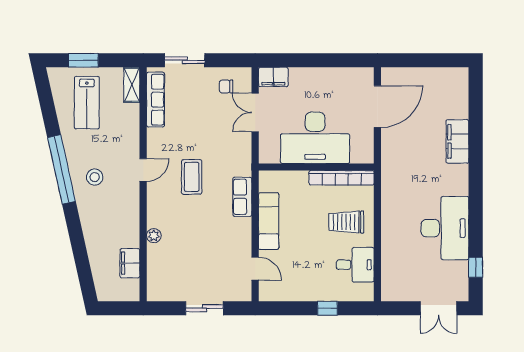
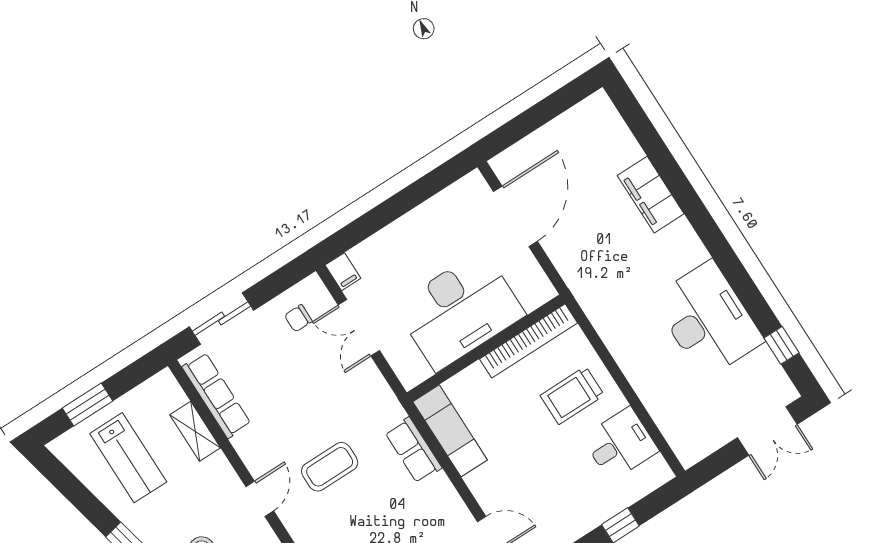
filing cabinet: (273, 77) -> (343, 272), width x0.50
shelving: (132, 85) -> (195, 431), moved
coffee table: (192, 177) -> (330, 467), turned 90
exam couch: (269, 221) -> (450, 431), moved

